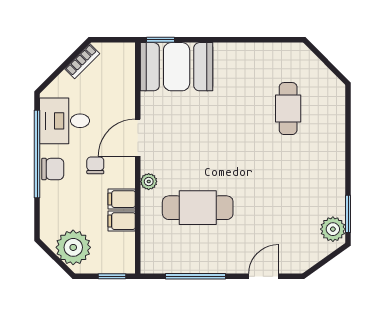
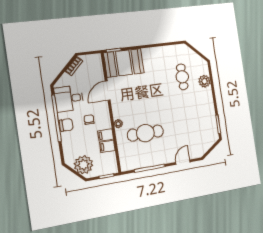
door: (138, 138) -> (108, 91), moved
plant: (333, 229) -> (204, 81), moved

